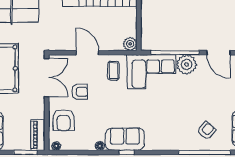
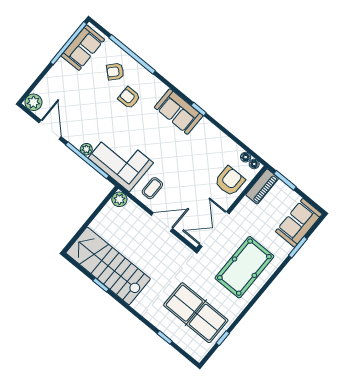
door: (87, 53) -> (162, 222), swing flipped
plant: (187, 64) -> (86, 149), width x0.53, depth x0.53
armchair: (80, 92) -> (129, 98), moved
sofa: (125, 139) -> (179, 112), moved
floor lamp: (100, 146) -> (246, 157), moved

